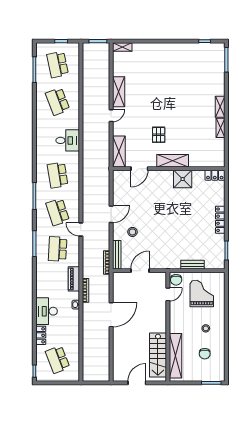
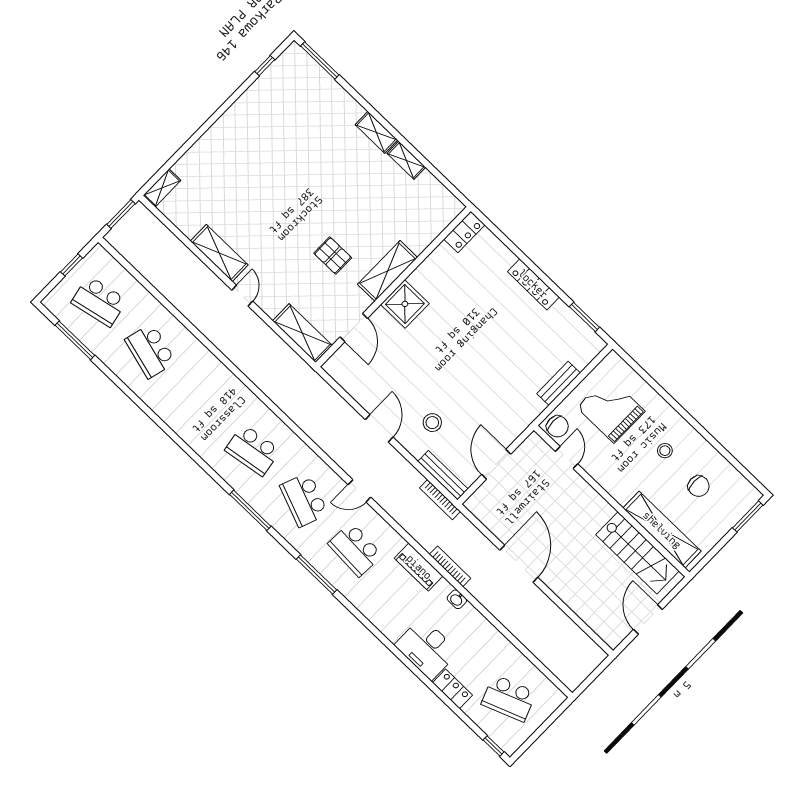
school desk: (58, 101) -> (150, 351), turned 36
desk: (68, 140) -> (218, 389), removed
shower: (183, 179) -> (405, 304), moved
school desk: (58, 212) -> (304, 500), turned 39

